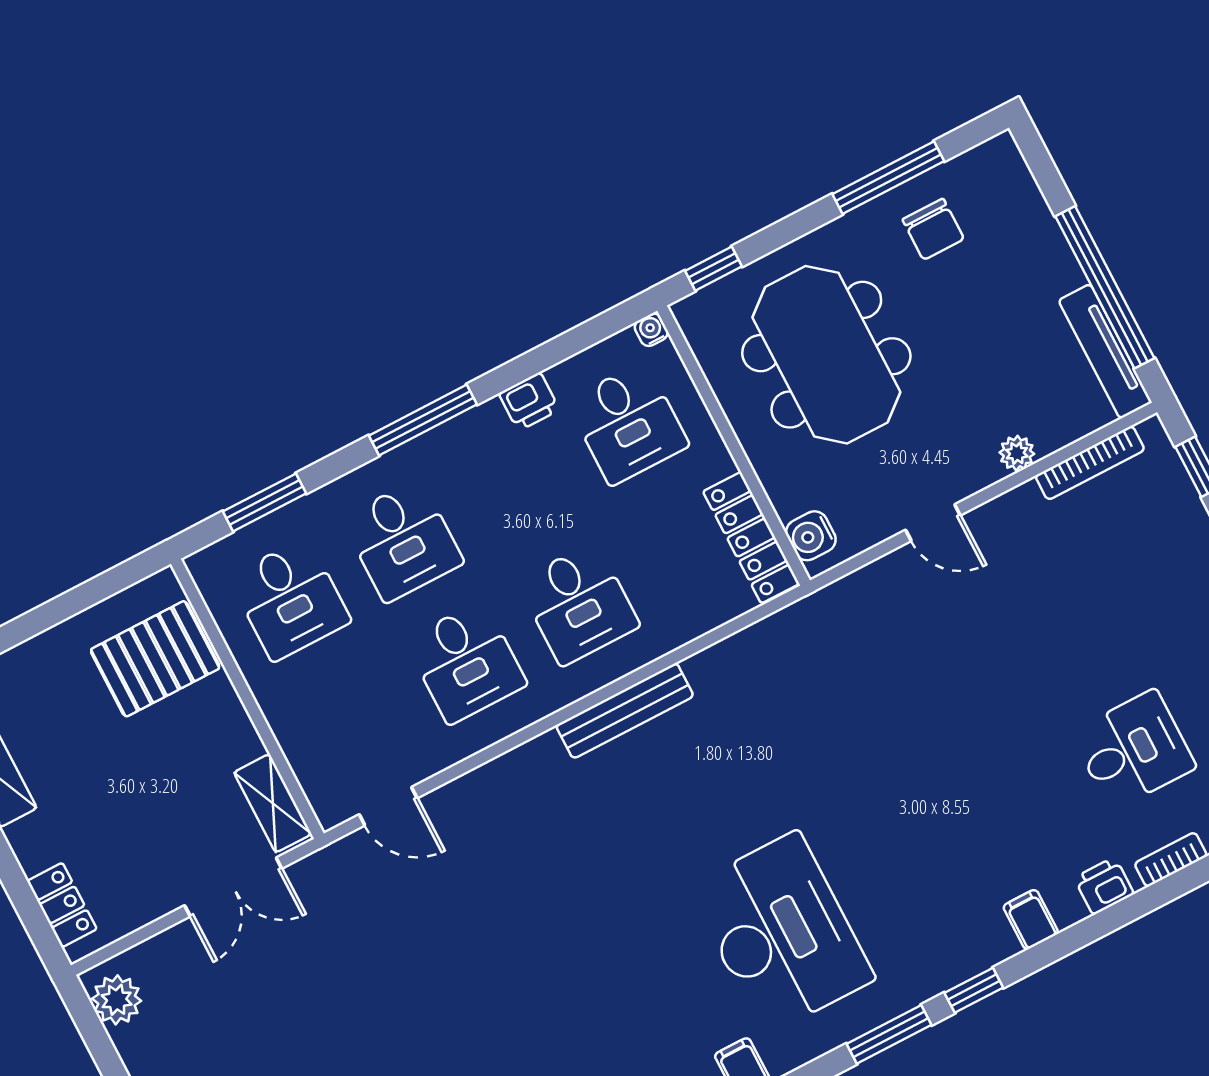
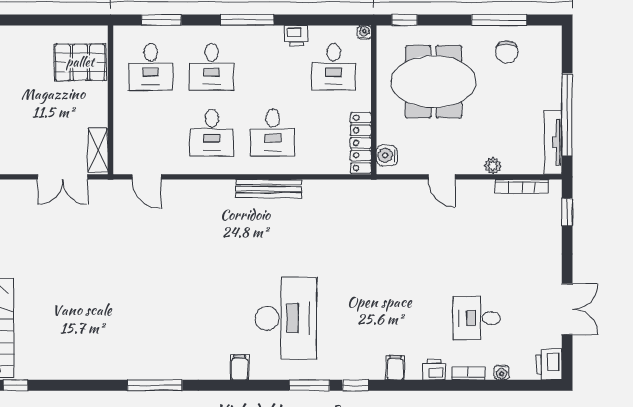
meeting table: (826, 355) -> (433, 82), turned 90
desk: (1133, 750) -> (477, 318), turned 180

